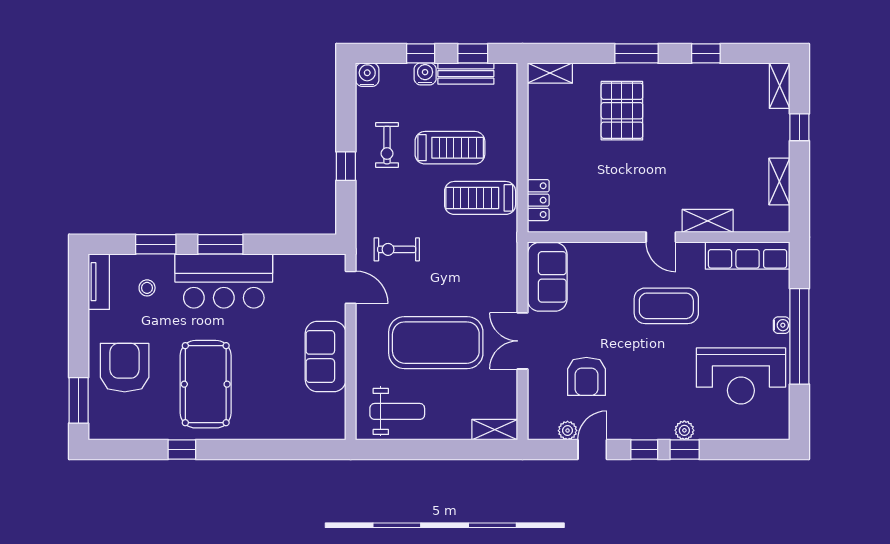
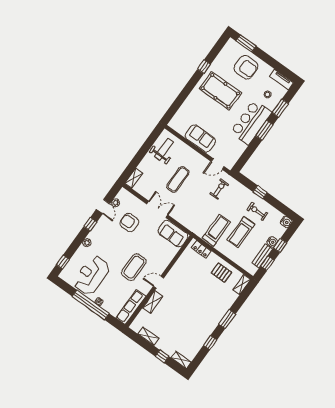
pallet: (622, 111) -> (221, 273), moved, width x0.67, depth x0.71
exercise mat: (436, 343) -> (178, 179), width x0.50, depth x0.69
weight bench: (397, 411) -> (164, 149), turned 180
window: (685, 449) -> (63, 262), moved

